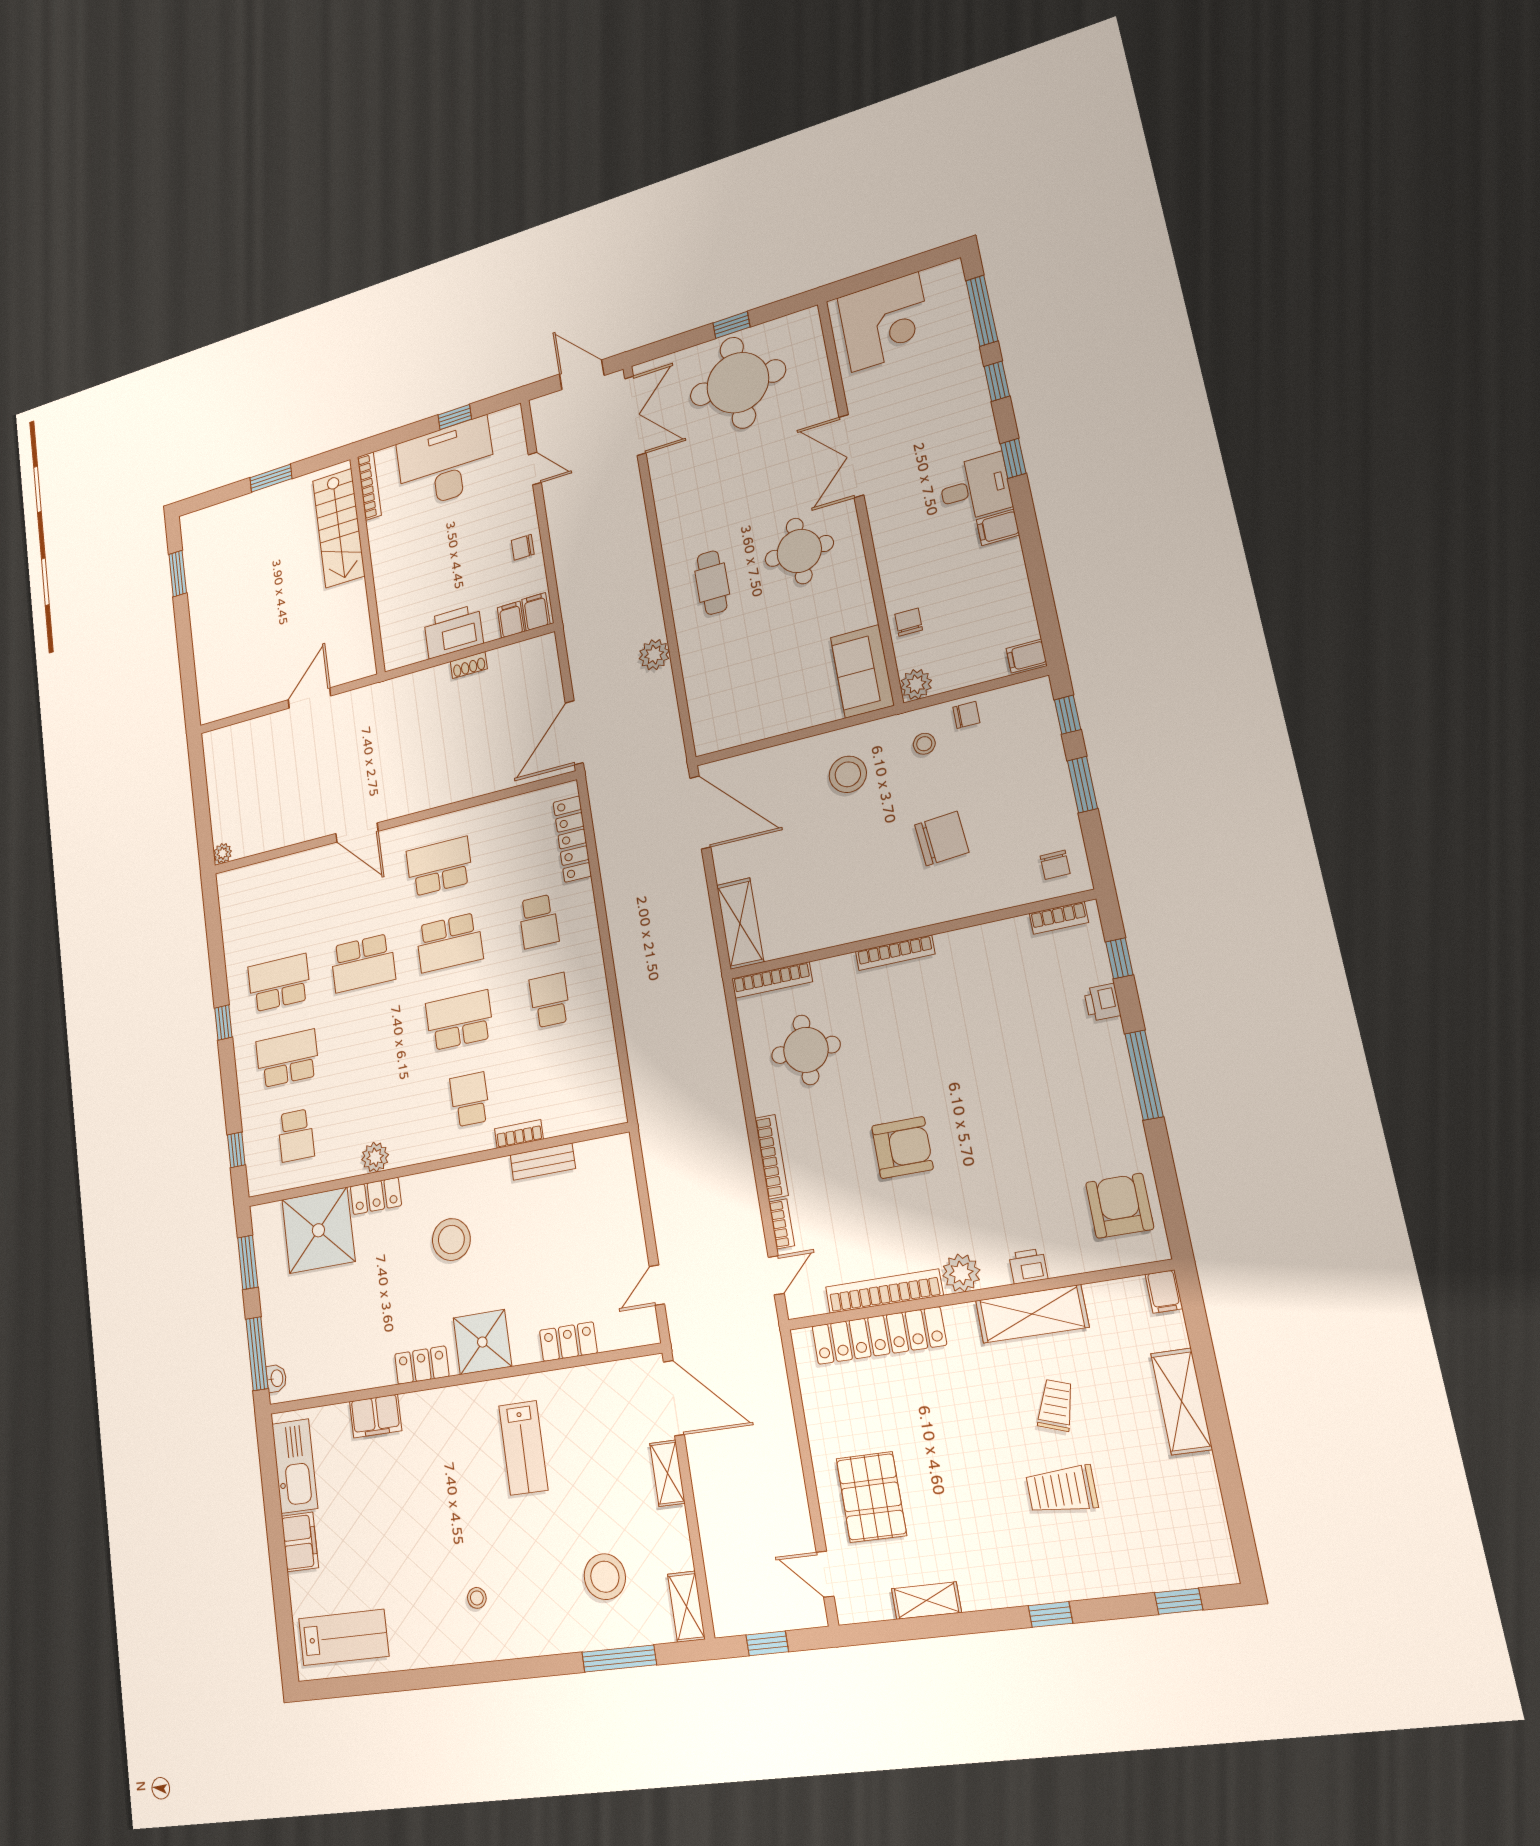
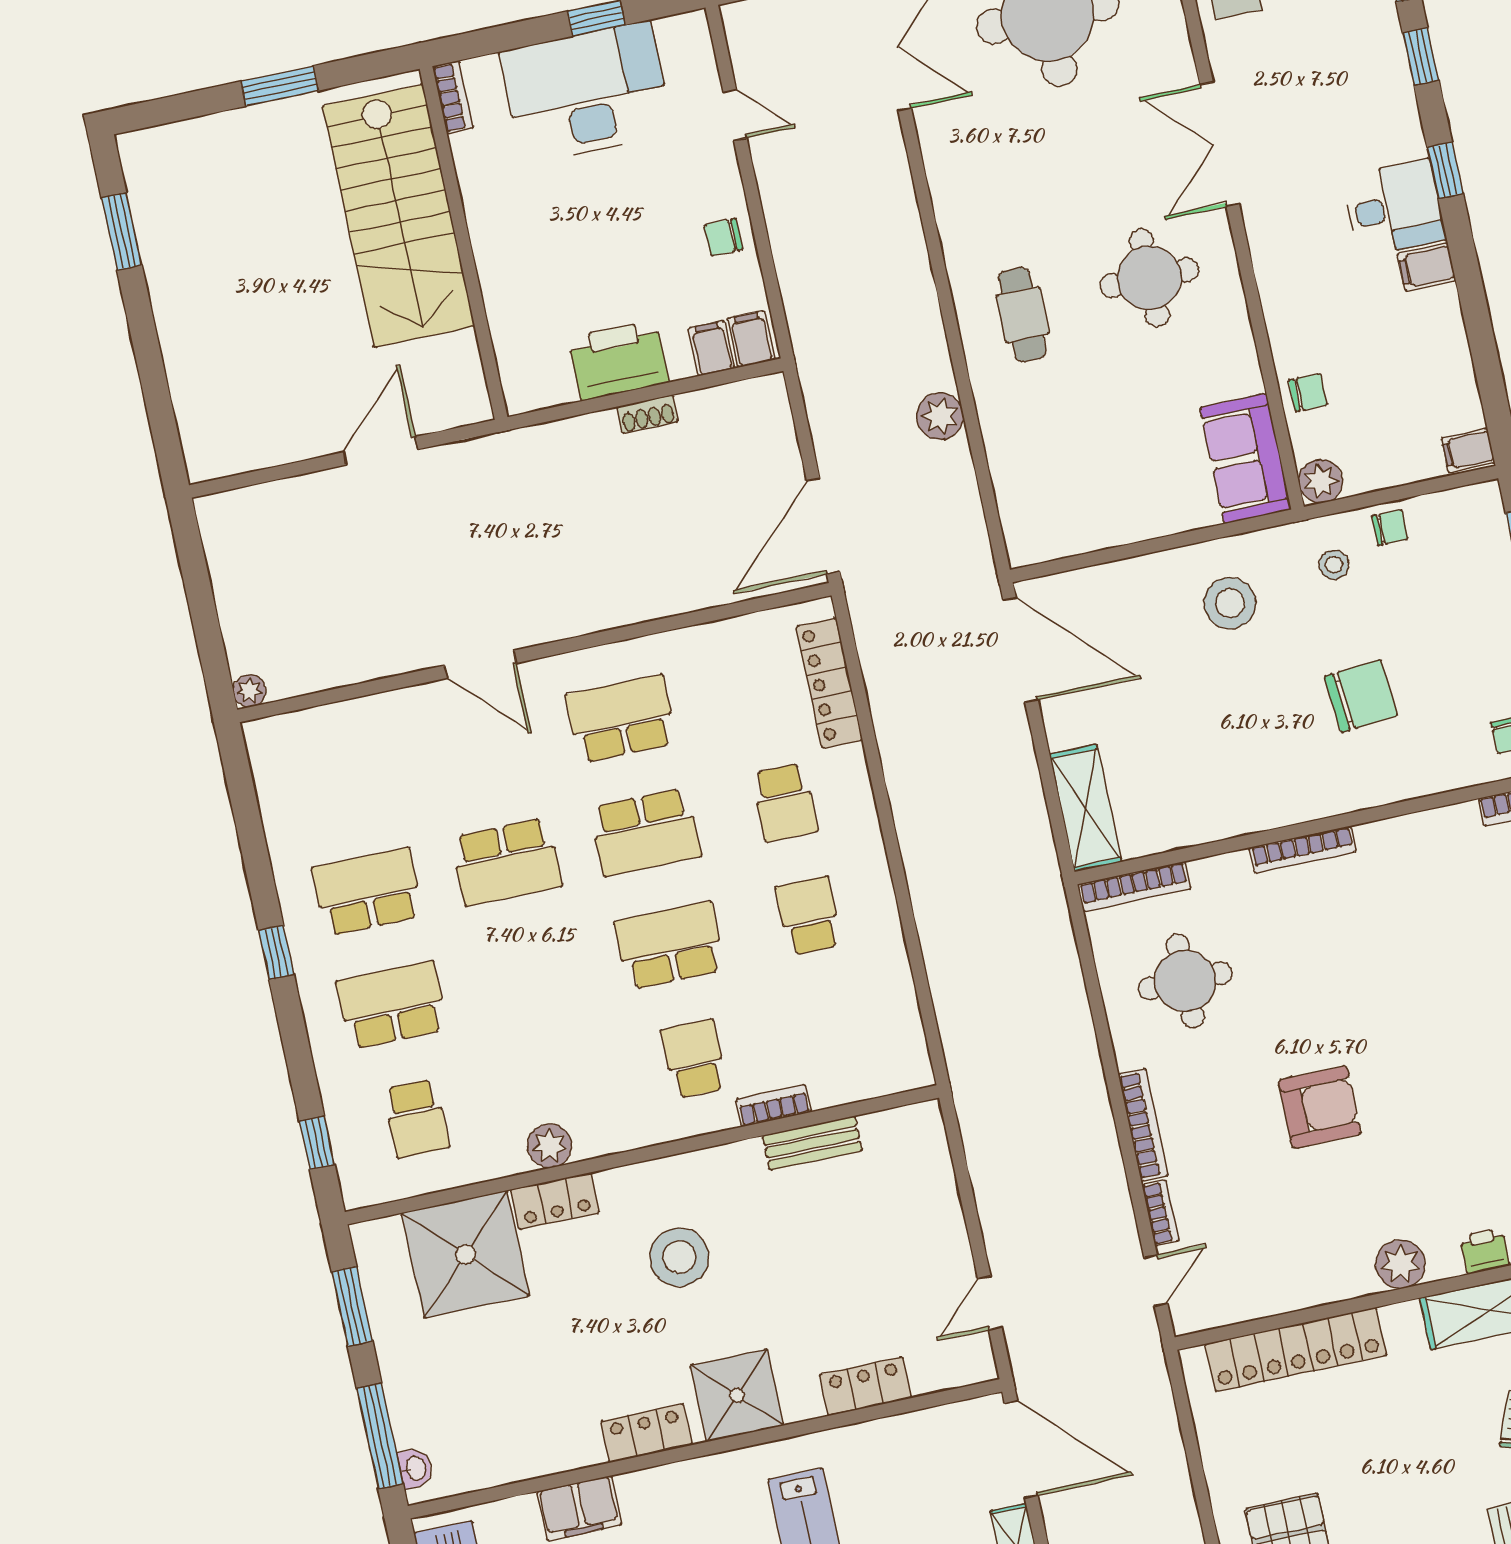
bookcase: (369, 486) -> (453, 97), width x0.64
stairs: (339, 528) -> (399, 216), width x1.36, depth x1.51
chair: (909, 622) -> (1308, 393), turned 90
bookcase: (884, 1291) -> (1301, 1293), removed

